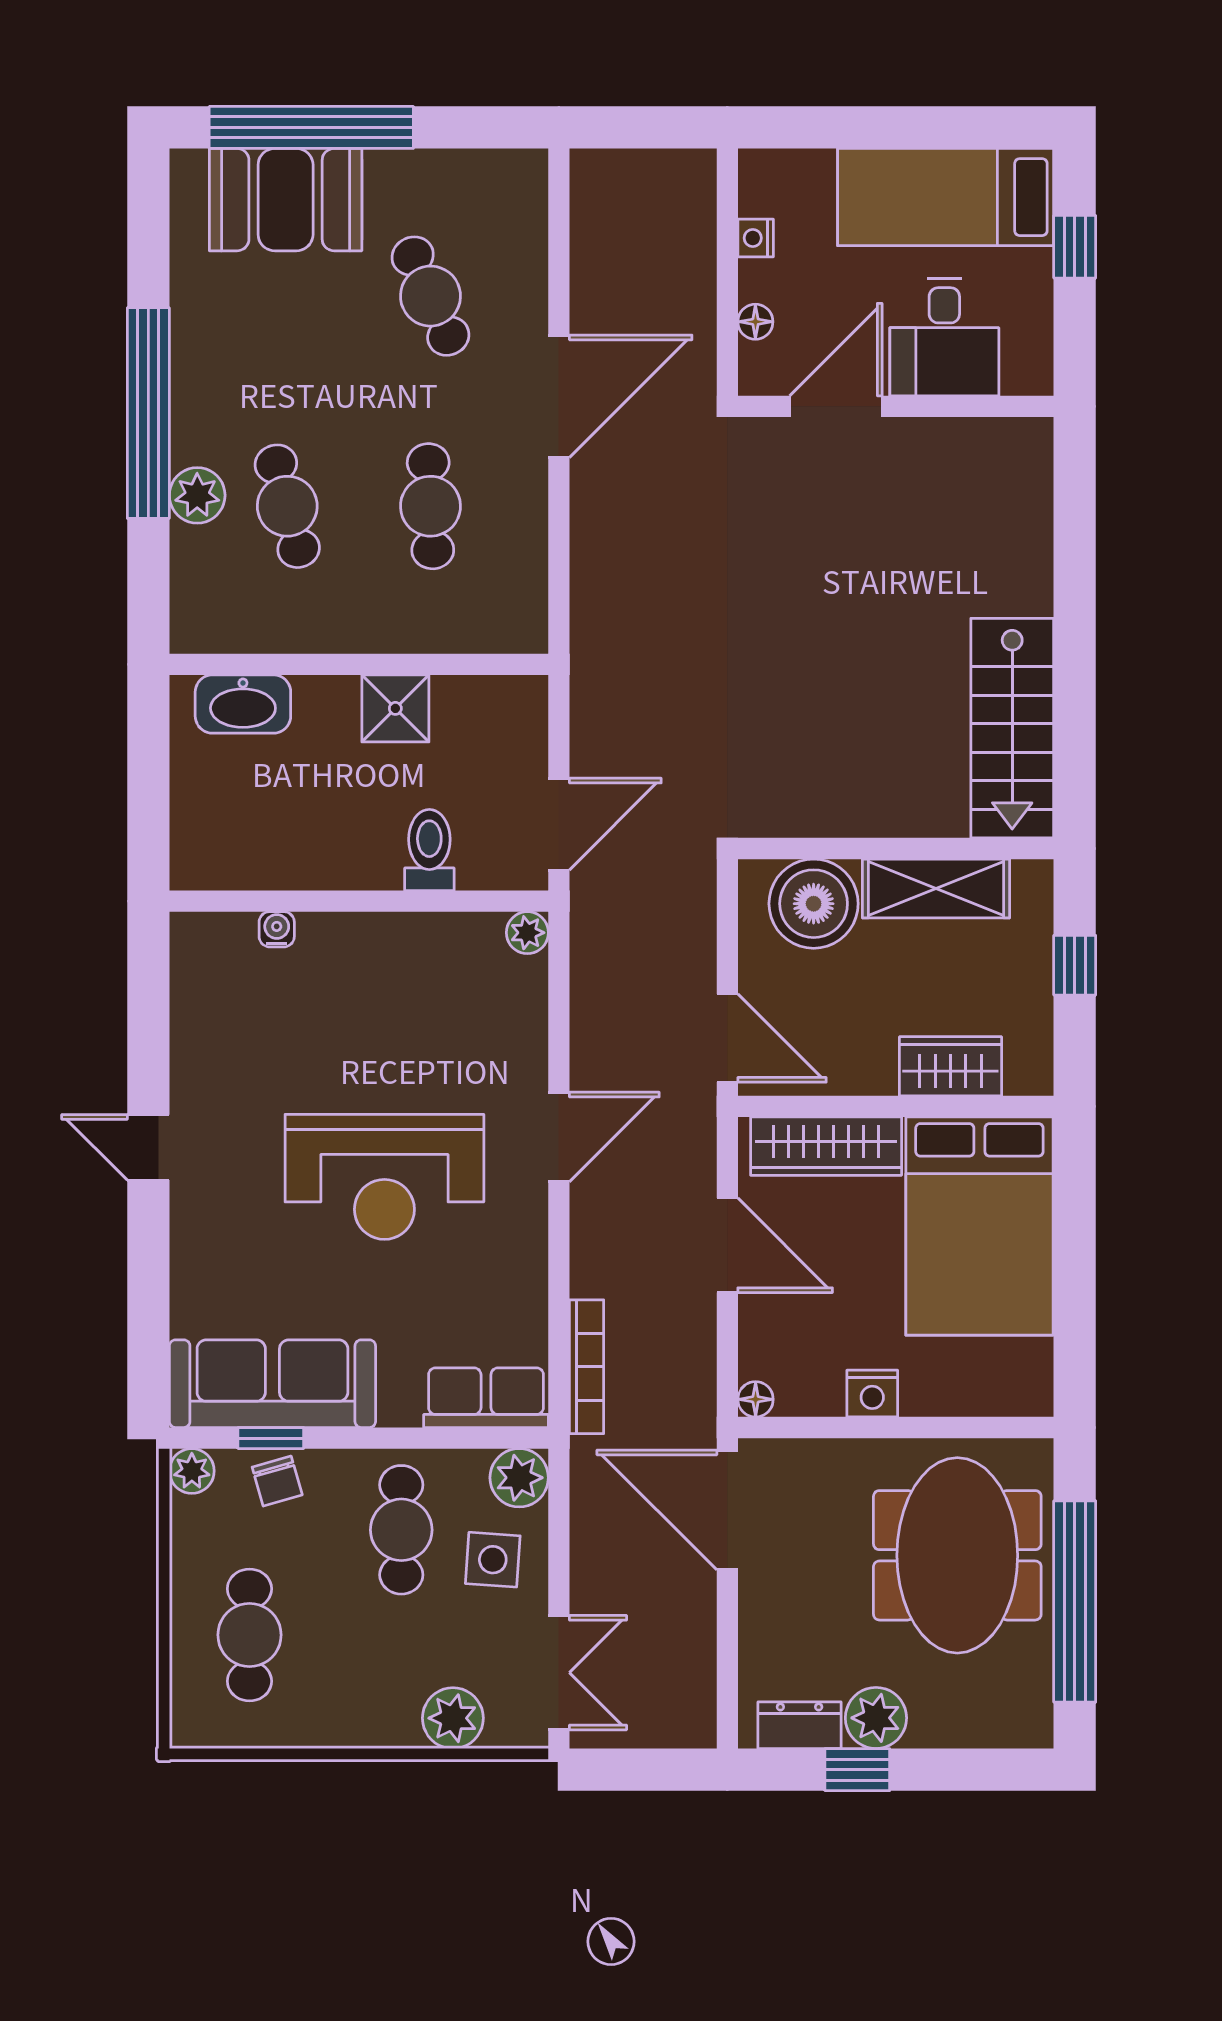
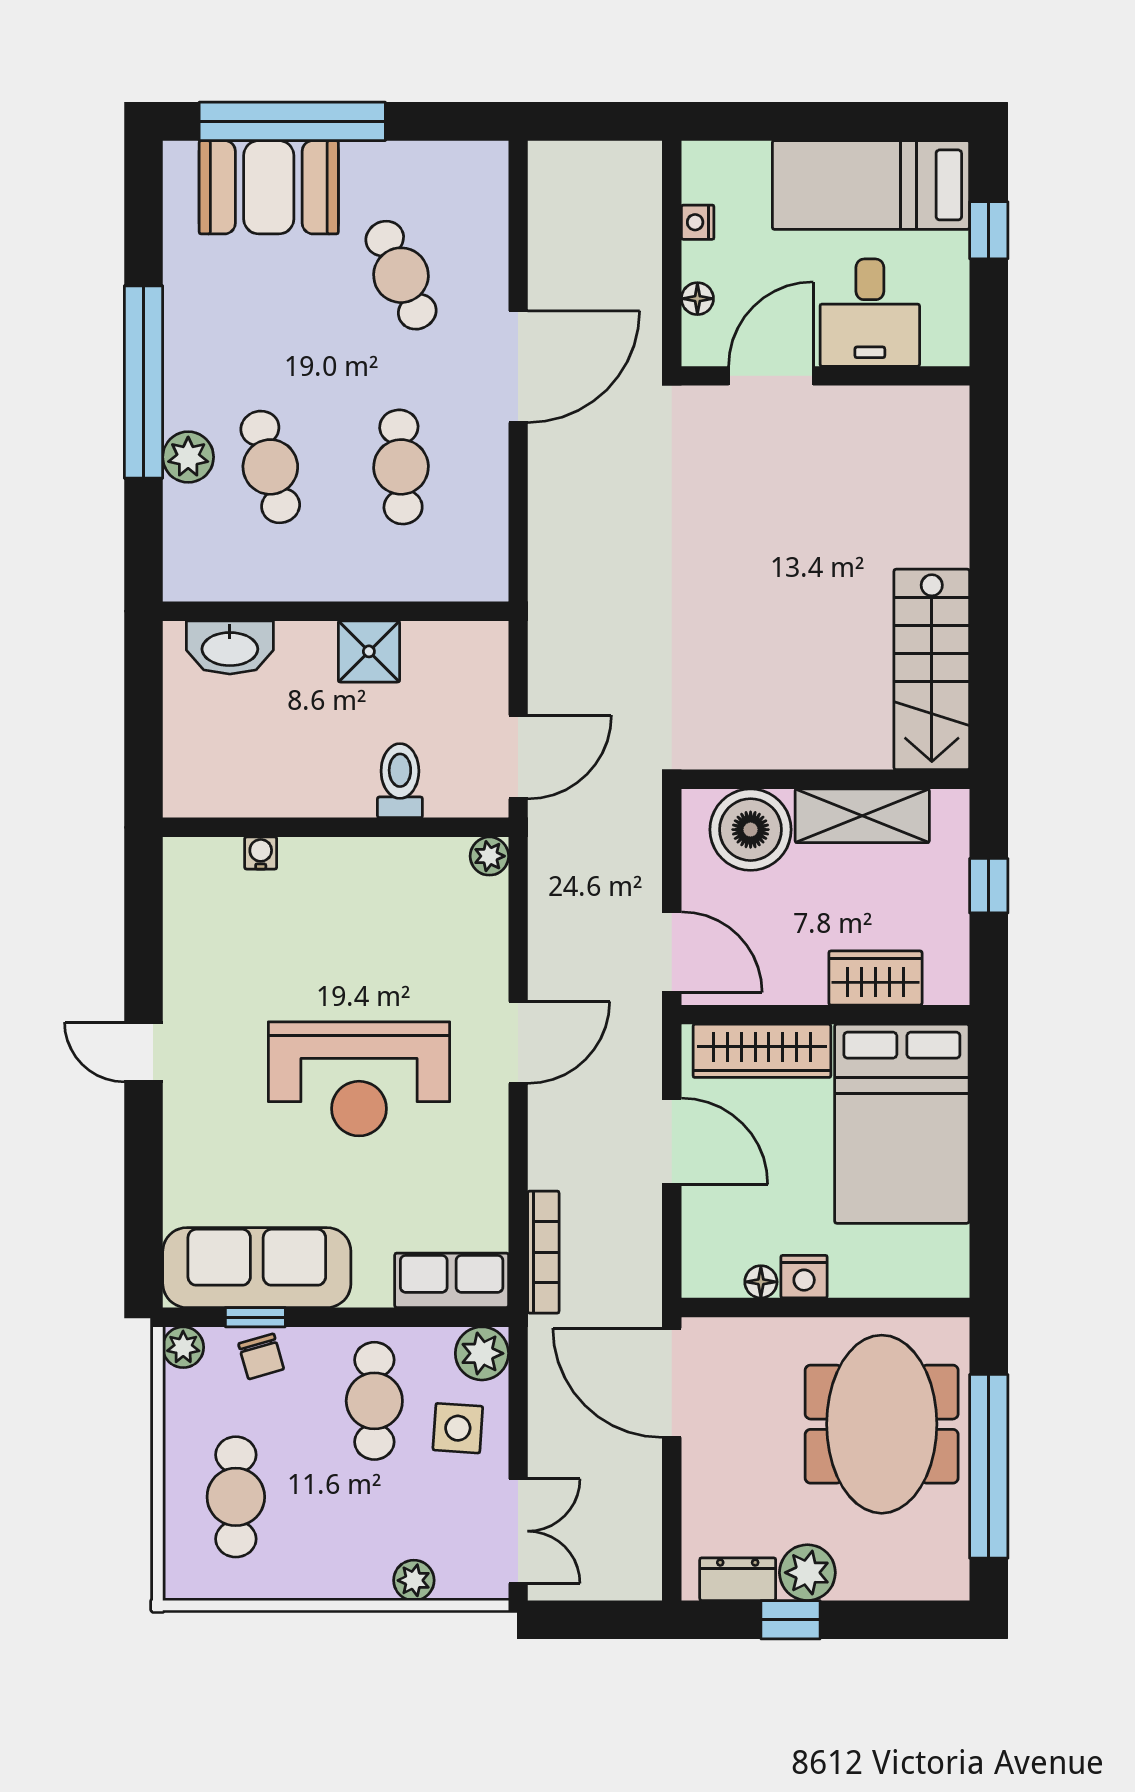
floor lamp: (756, 1399) -> (761, 1282), moved
plant: (453, 1718) -> (414, 1580), width x0.73, depth x0.73

